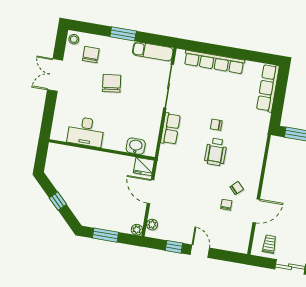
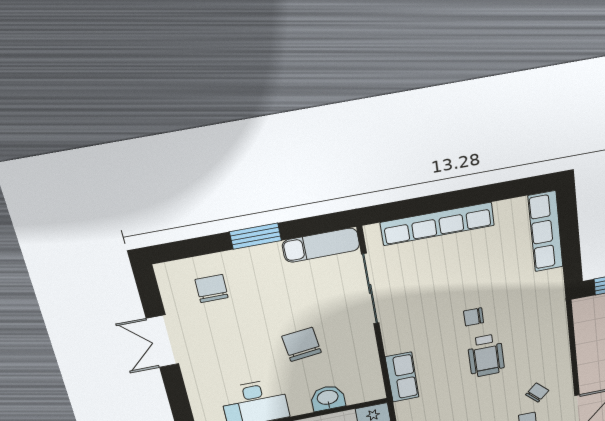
stool: (74, 39) -> (170, 275), removed
chair: (112, 83) -> (302, 344), moved
row of seats: (170, 129) -> (402, 377), moved
washbasin: (136, 146) -> (328, 398), moved

